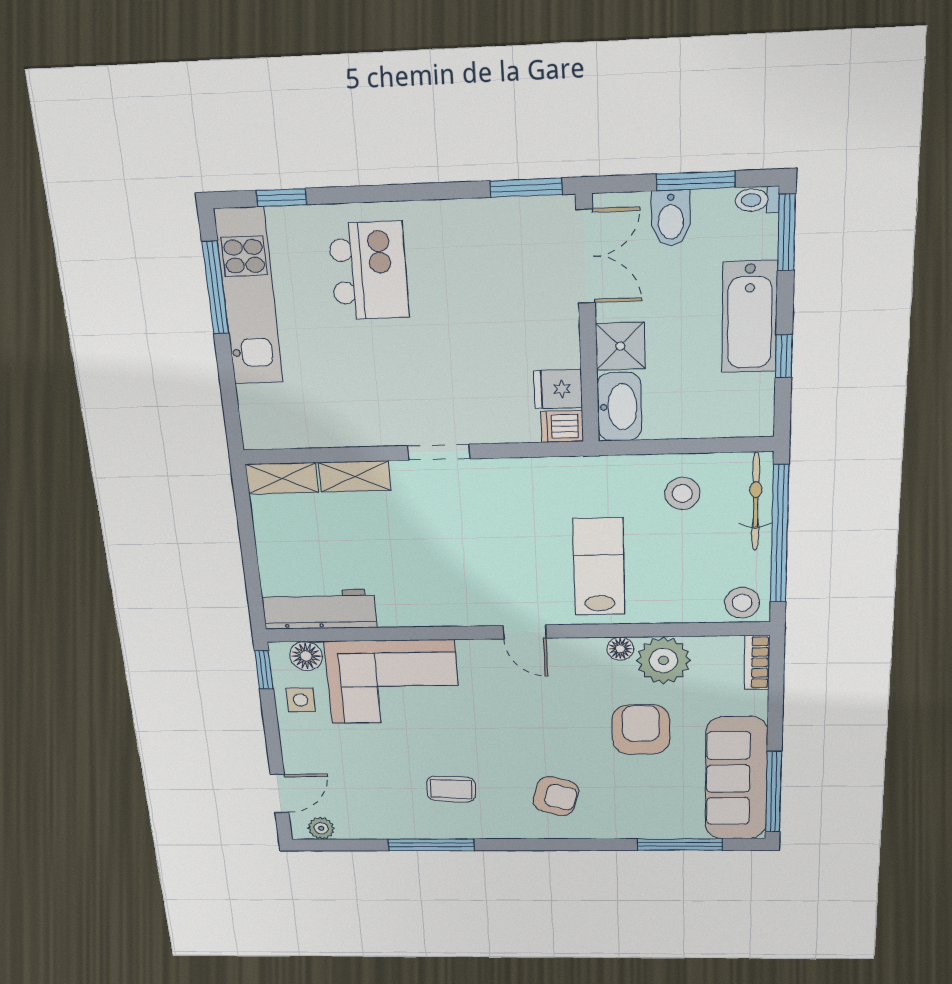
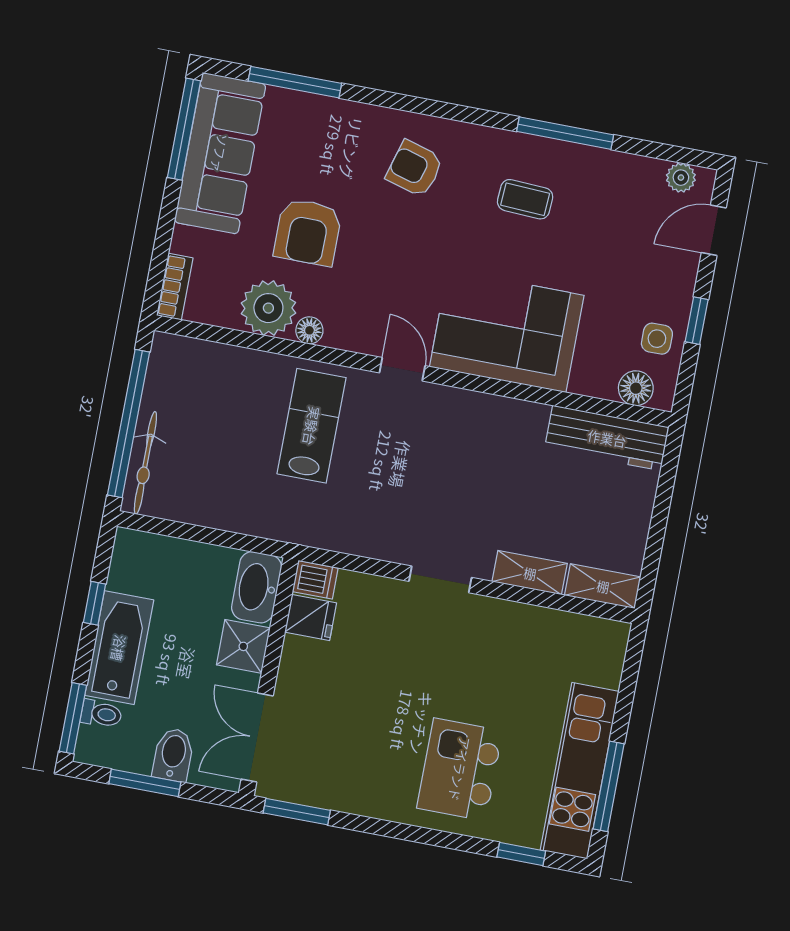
toilet: (757, 200) -> (101, 714), moved
stool: (682, 493) -> (214, 486), removed
lab bench: (599, 567) -> (312, 426), turned 180
stool: (742, 603) -> (178, 357), removed
window: (264, 670) -> (697, 321), moved
corner sofa: (392, 682) -> (507, 331), moved

